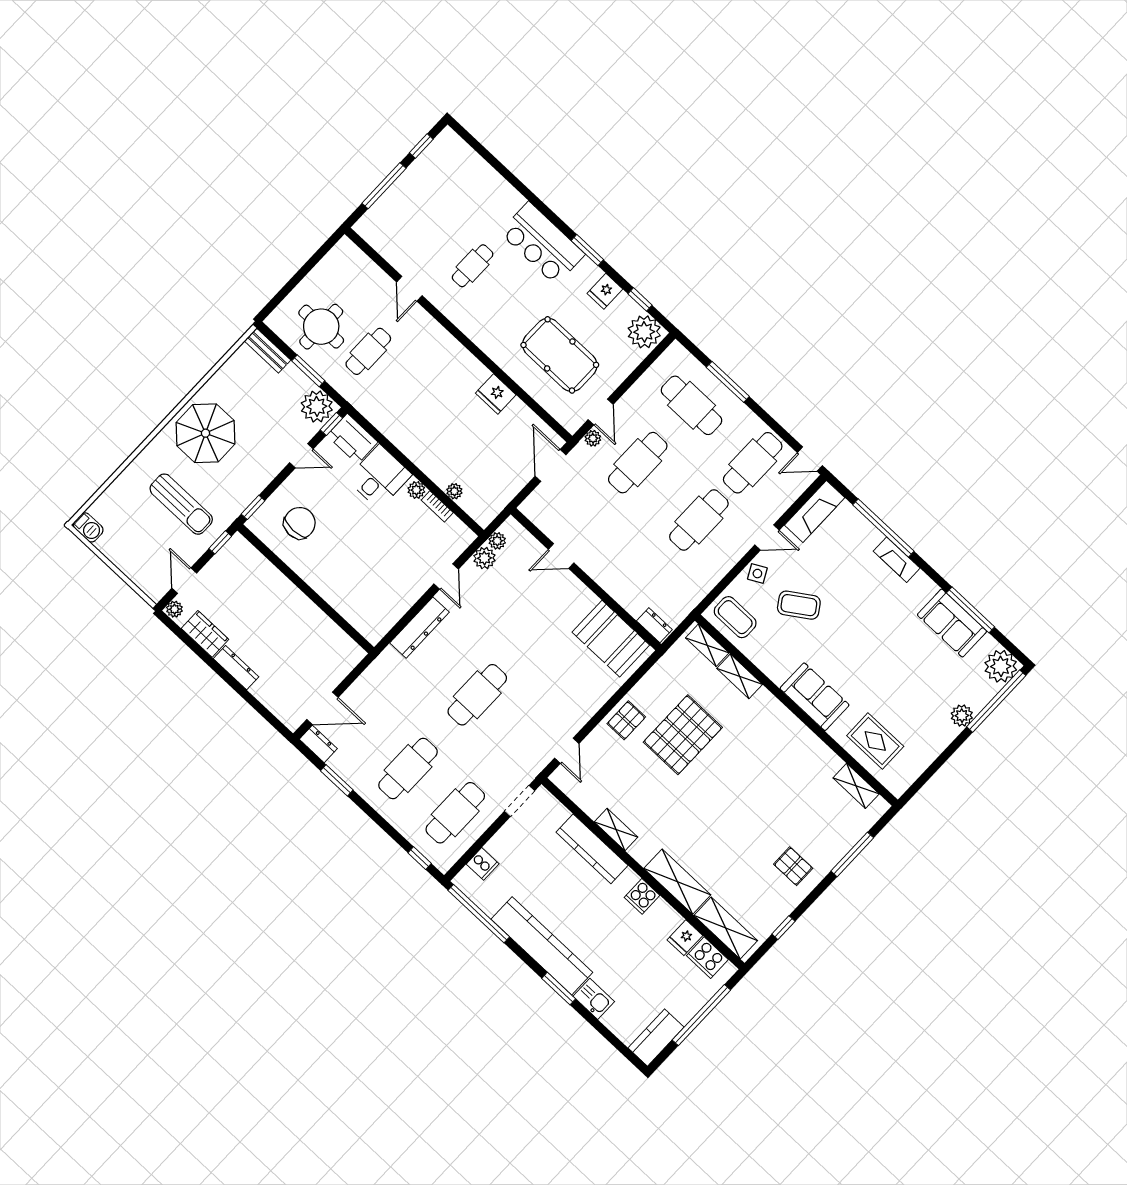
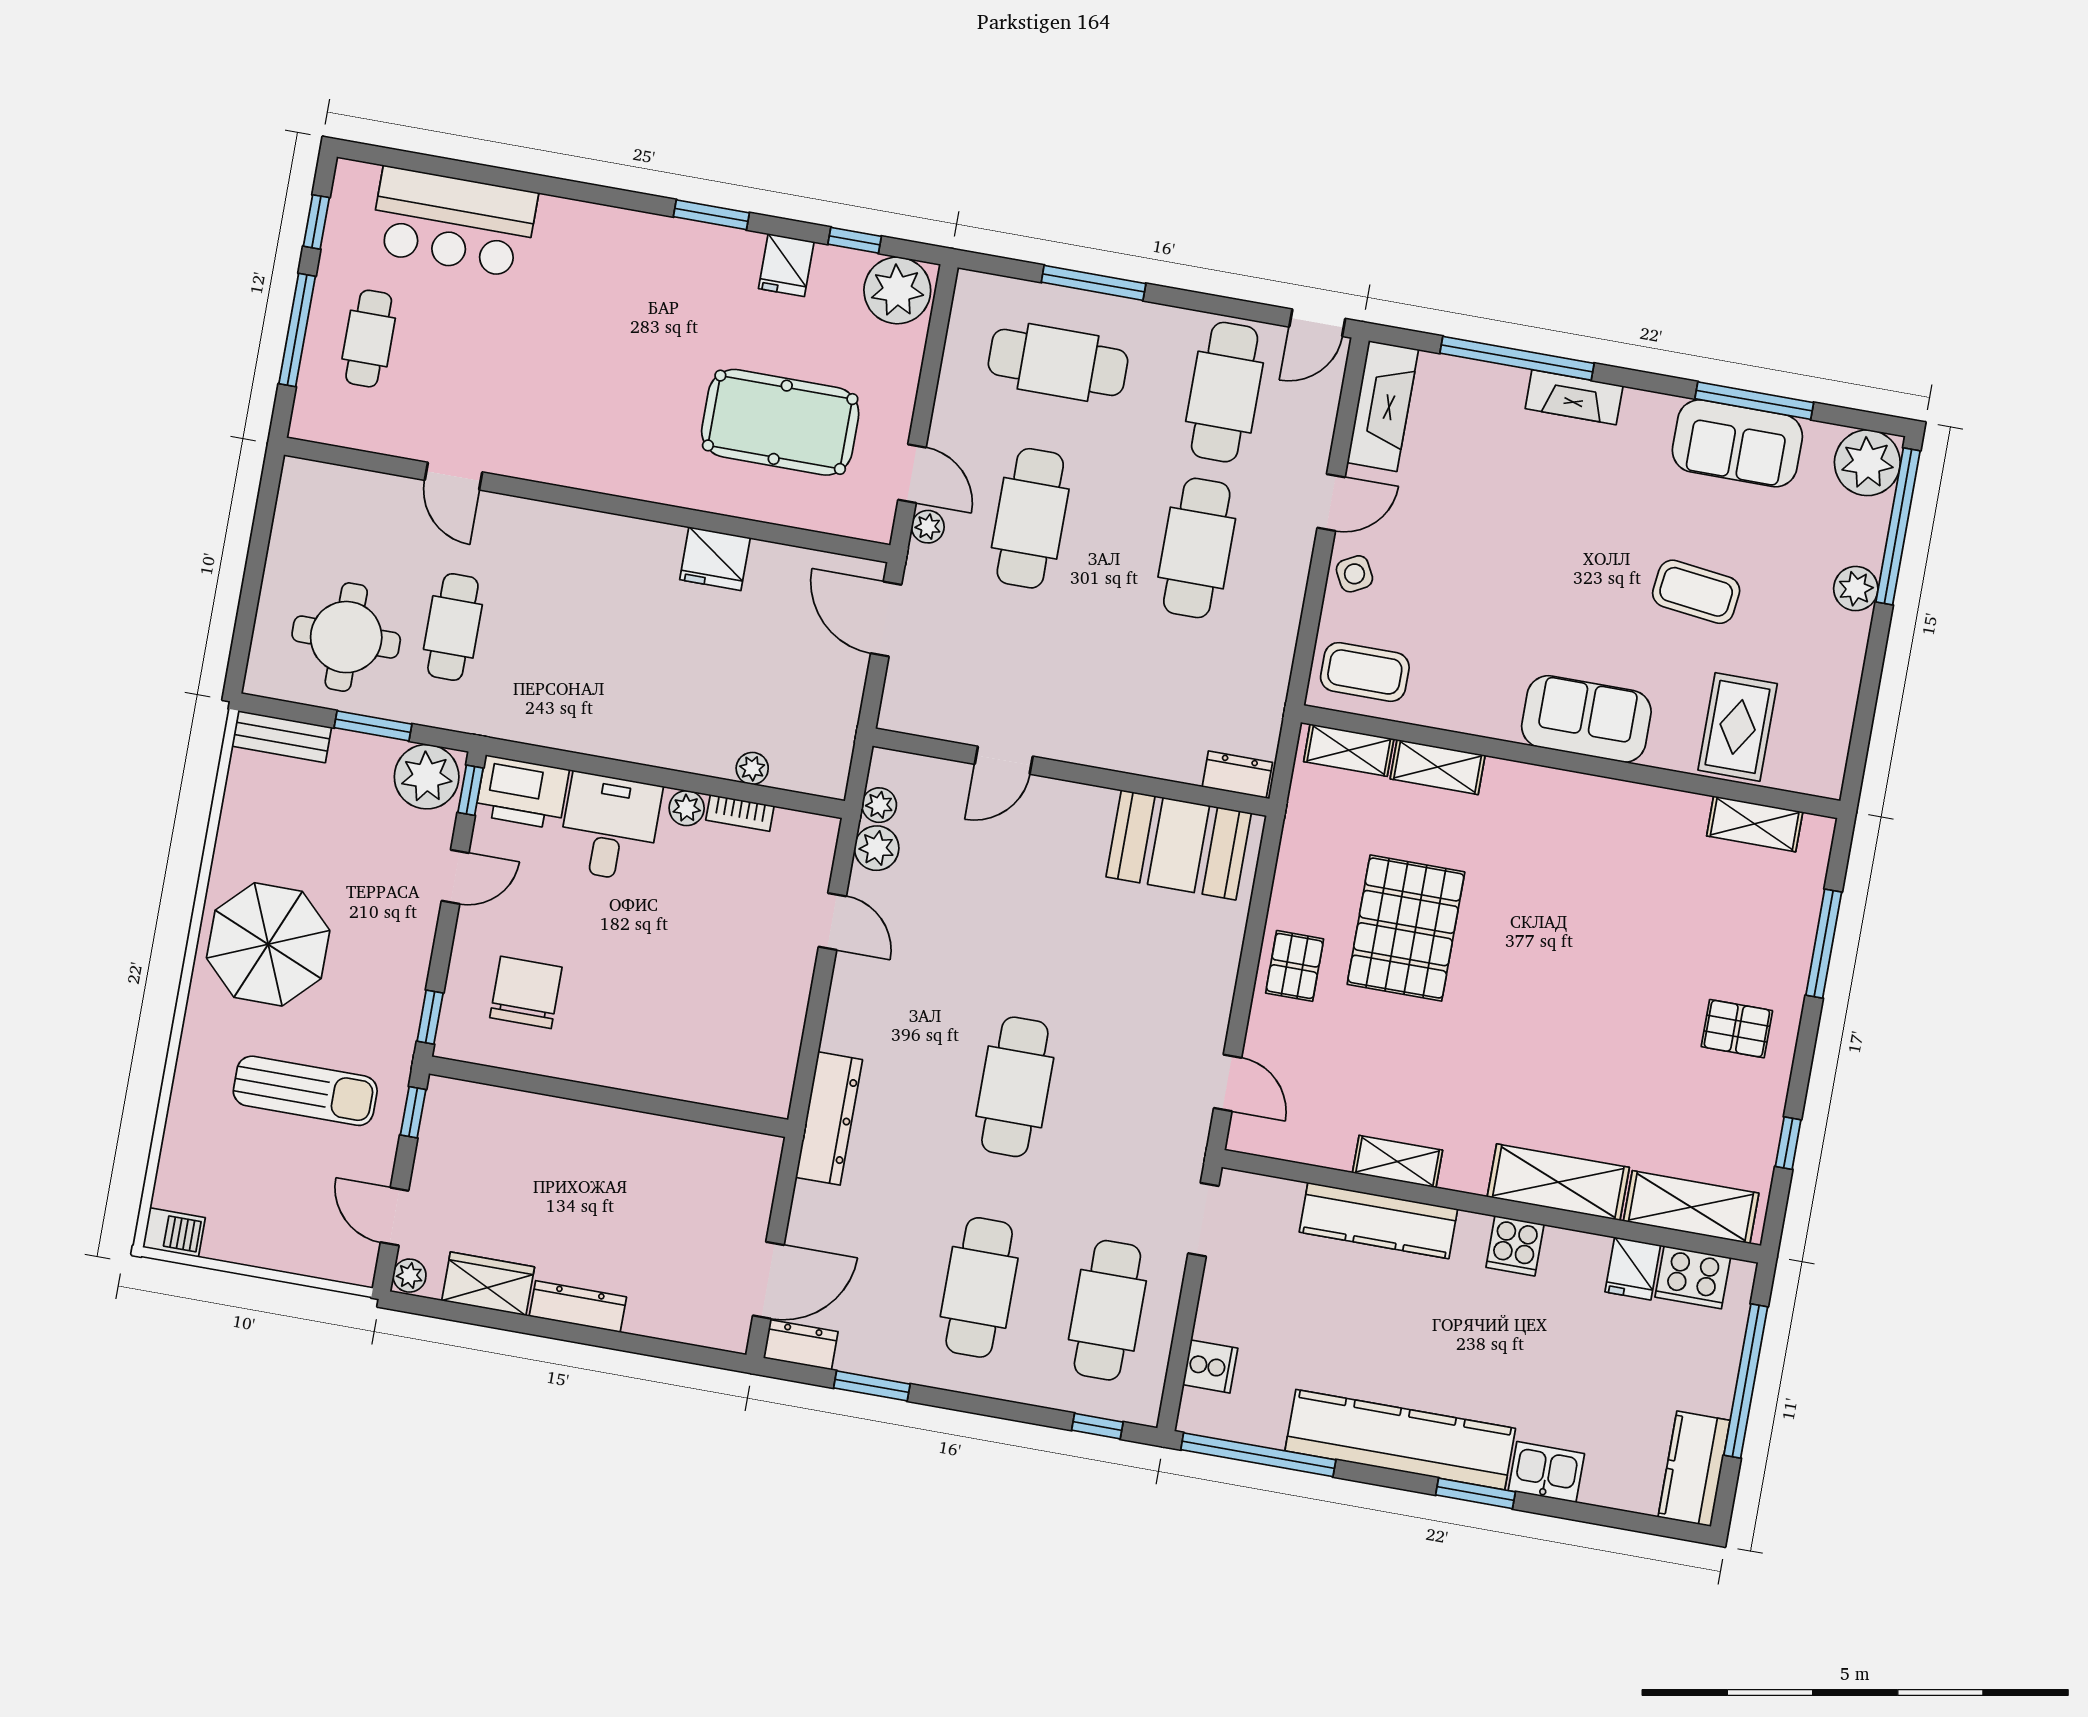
bar counter: (542, 243) -> (453, 222), moved
cafe table: (473, 266) -> (369, 339), moved
coffee table: (799, 605) -> (1696, 592), moved, turned 41
dresser: (420, 628) -> (829, 1118), moved
rug: (875, 741) -> (1738, 727), turned 90

